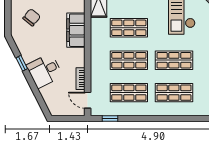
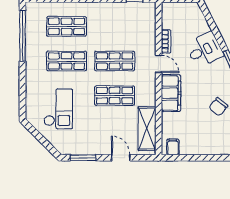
shop shelf: (129, 93) -> (115, 26), removed
door: (88, 100) -> (159, 64), moved

